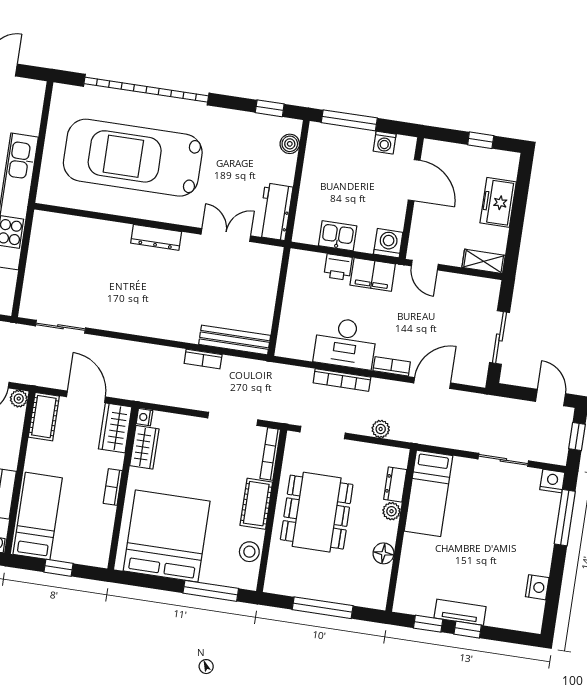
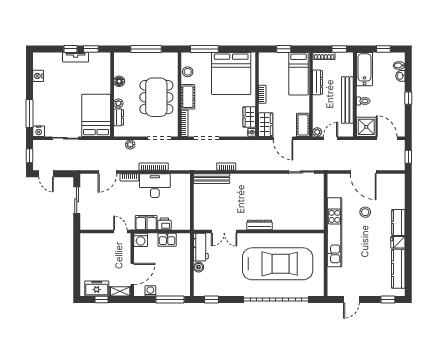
boiler: (290, 144) -> (199, 267), moved
door: (414, 180) -> (132, 274), swing flipped
freezer: (498, 202) -> (97, 288), moved, turned -90
shelving: (484, 261) -> (120, 291), moved
bed: (428, 493) -> (96, 115), width x1.50

